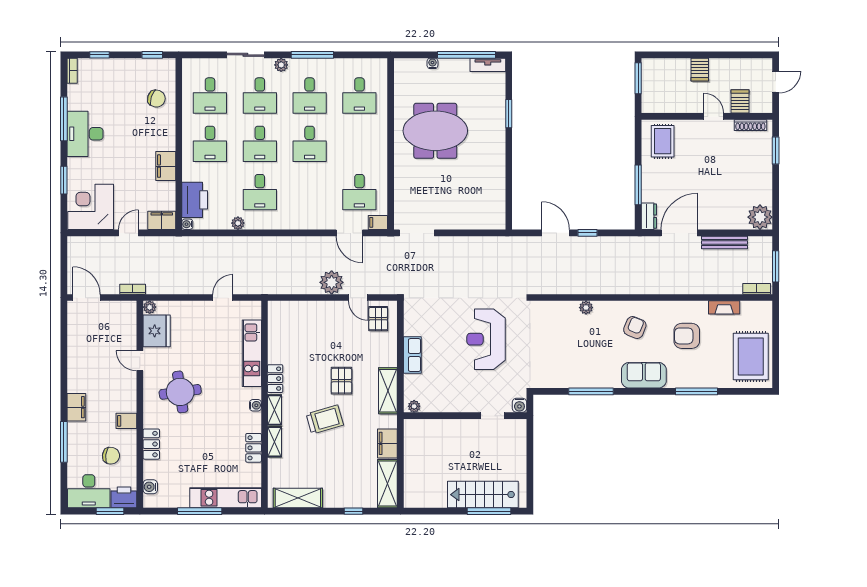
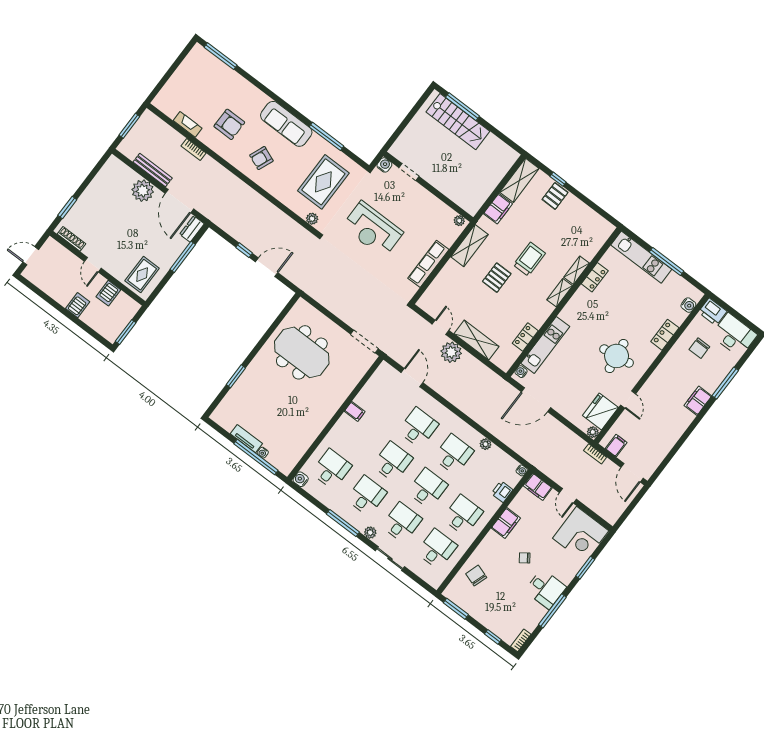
window: (152, 55) -> (456, 609), width x1.50
window: (467, 55) -> (256, 457), moved
water cooler: (380, 65) -> (301, 479), added
tv unit: (488, 65) -> (246, 439), moved
server rack: (740, 101) -> (108, 293), moved
meeting table: (435, 131) -> (302, 352), moved
desk: (85, 134) -> (545, 589), width x0.73
chair: (125, 147) -> (525, 558), added
desk: (359, 192) -> (418, 428), moved
printer: (195, 200) -> (502, 492), width x0.53, depth x0.68
plant: (760, 217) -> (143, 191), moved
filing cabinet: (378, 222) -> (355, 411), moved
door: (129, 233) -> (568, 496), hinge flipped
door: (556, 233) -> (267, 267), swing flipped
door: (679, 233) -> (179, 201), hinge flipped
bookcase: (757, 289) -> (193, 150), moved
door: (223, 298) -> (536, 400), width x1.87
plant: (586, 308) -> (312, 219), moved
pallet: (378, 319) -> (555, 196), moved
reception desk: (486, 339) -> (373, 229), turned 90
row of seats: (412, 355) -> (428, 264), width x1.48
rug: (751, 356) -> (323, 182), moved
sofa: (644, 375) -> (286, 124), width x1.36
locker: (275, 379) -> (525, 337), moved
window: (697, 391) -> (221, 56), moved
water cooler: (255, 405) -> (521, 372), moved
trolley: (325, 419) -> (529, 259), turned 106
filing cabinet: (126, 421) -> (616, 446), moved, turned -90
chair: (111, 456) -> (699, 348), turned -97
shelving: (298, 498) -> (477, 340), moved
window: (110, 511) -> (730, 310), removed

